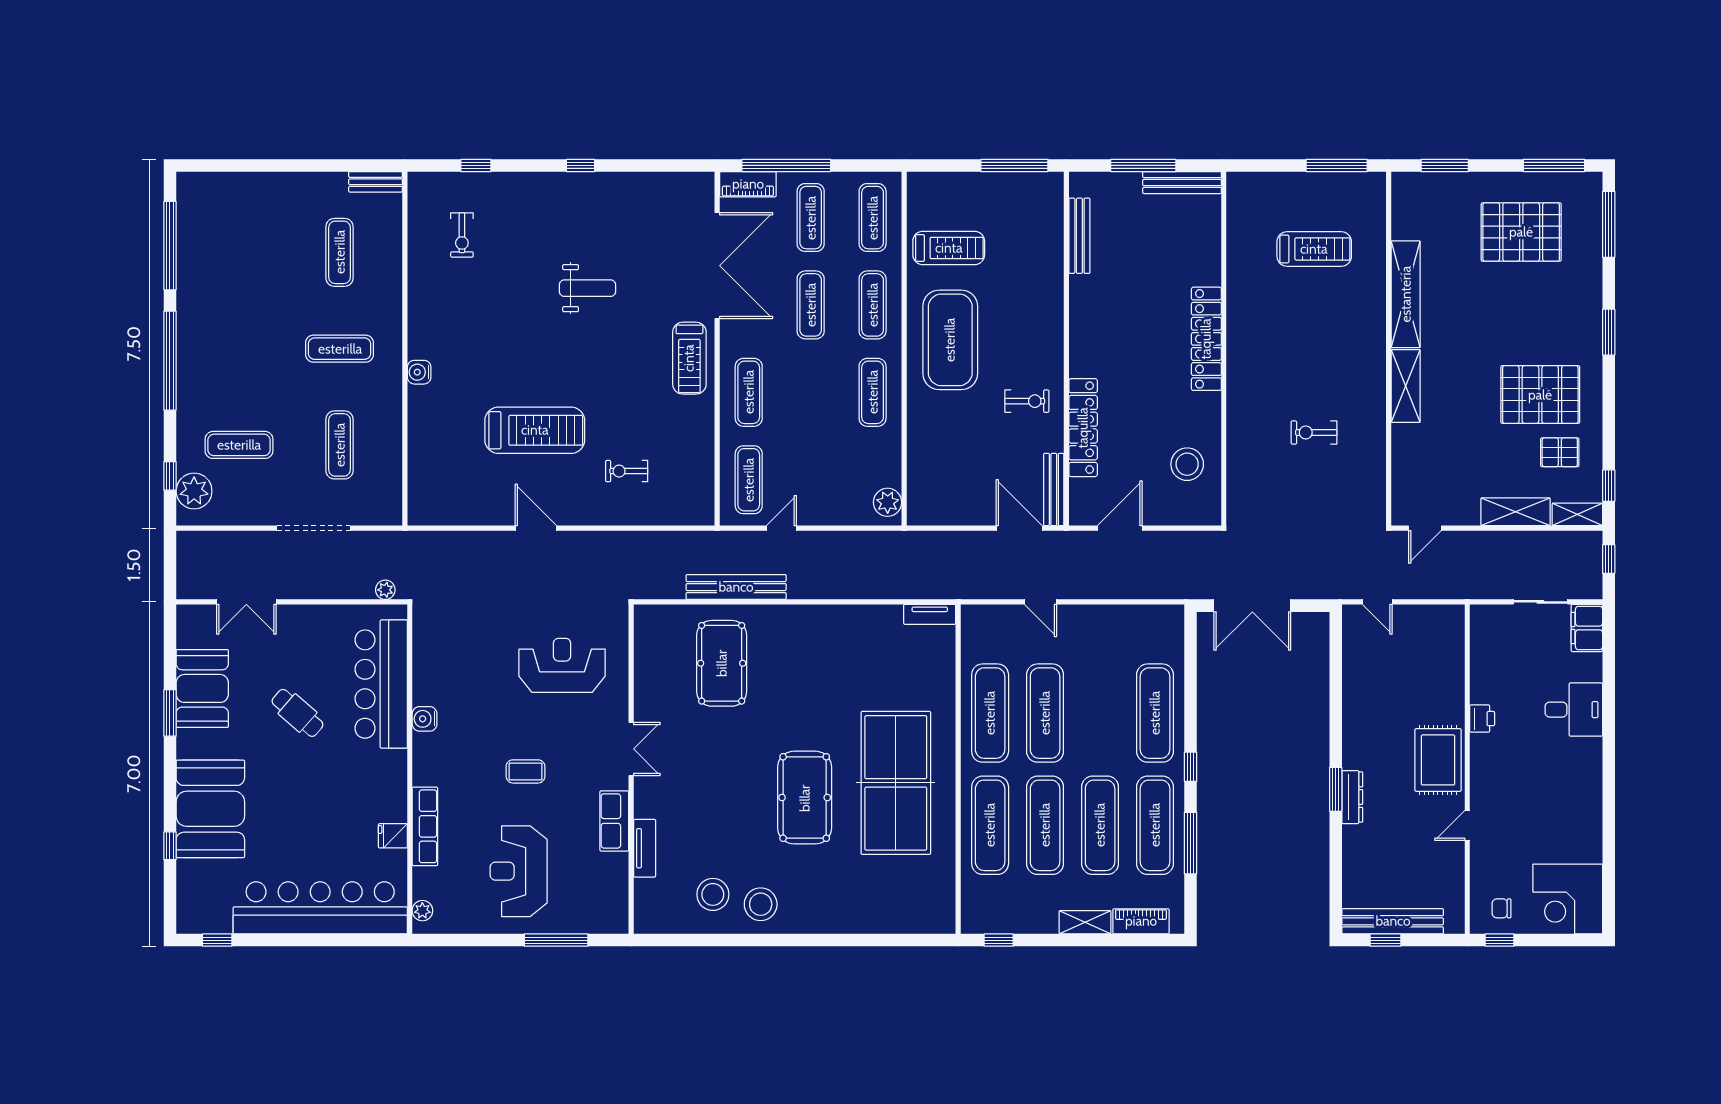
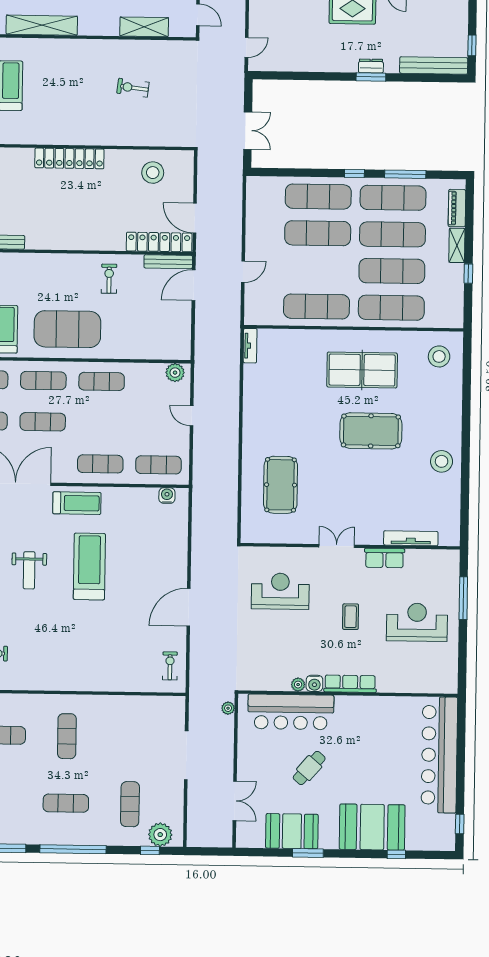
weight bench: (587, 288) -> (29, 570), turned 180
water cooler: (419, 372) -> (167, 496), moved, turned 180
shelving: (1406, 386) -> (144, 27), moved
locker: (1083, 428) -> (159, 242), moved
treadmill: (535, 430) -> (89, 566), moved
exercise bike: (1314, 432) -> (133, 88), turned 97
exercise mat: (340, 445) -> (66, 803), moved
exercise bike: (627, 471) -> (170, 666), moved, turned 180
door: (536, 528) -> (189, 607), width x1.36
door: (781, 528) -> (192, 416), moved
bench: (736, 587) -> (230, 474), removed
double door: (1252, 606) -> (248, 131), width x0.73
pool table: (722, 663) -> (281, 485), turned 90
reception desk: (562, 665) -> (280, 591), turned 90
exercise mat: (1045, 713) -> (318, 233), moved
table tennis table: (896, 783) -> (362, 370), width x0.73, depth x0.76
dresser: (1352, 797) -> (371, 66), width x0.70
row of seats: (425, 826) -> (350, 684), moved
fridge: (393, 836) -> (392, 706), removed
tv unit: (645, 848) -> (411, 538), width x1.41
reception desk: (519, 871) -> (417, 622), turned 180
stool: (713, 894) -> (439, 356), moved
plant: (422, 911) -> (298, 685), moved
bench: (1393, 921) -> (434, 65), moved, turned 90
window: (999, 940) -> (468, 274), moved

